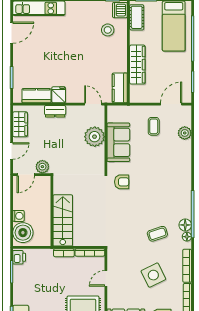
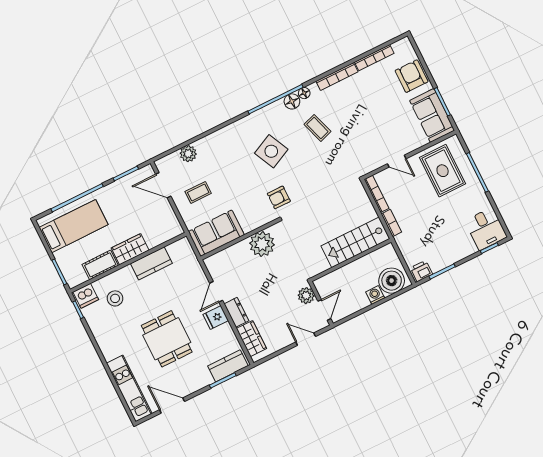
cot: (137, 17) -> (100, 265), moved
dining table: (61, 52) -> (167, 339), added
wardrobe: (137, 65) -> (130, 249), width x0.67
kitchen counter: (120, 88) -> (151, 263), moved
kitchen counter: (36, 96) -> (228, 366), moved, turned 90
door: (93, 104) -> (216, 292), moved
wardrobe: (20, 124) -> (251, 339), moved, turned 90
plant: (95, 137) -> (262, 244), moved
sofa: (118, 142) -> (216, 233), moved
door: (26, 175) -> (324, 310), hinge flipped
armchair: (122, 182) -> (279, 197), turned -90
side table: (153, 275) -> (271, 151), moved

